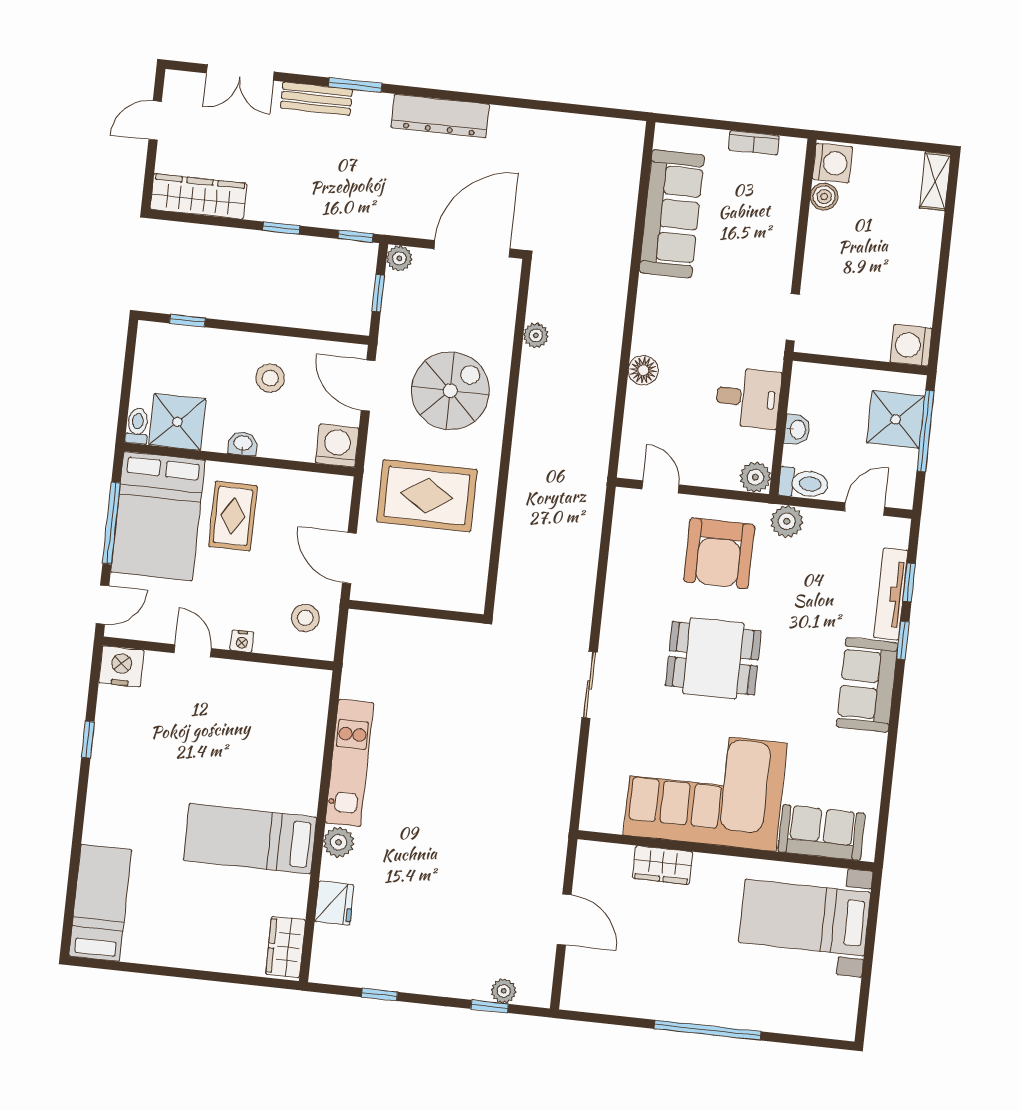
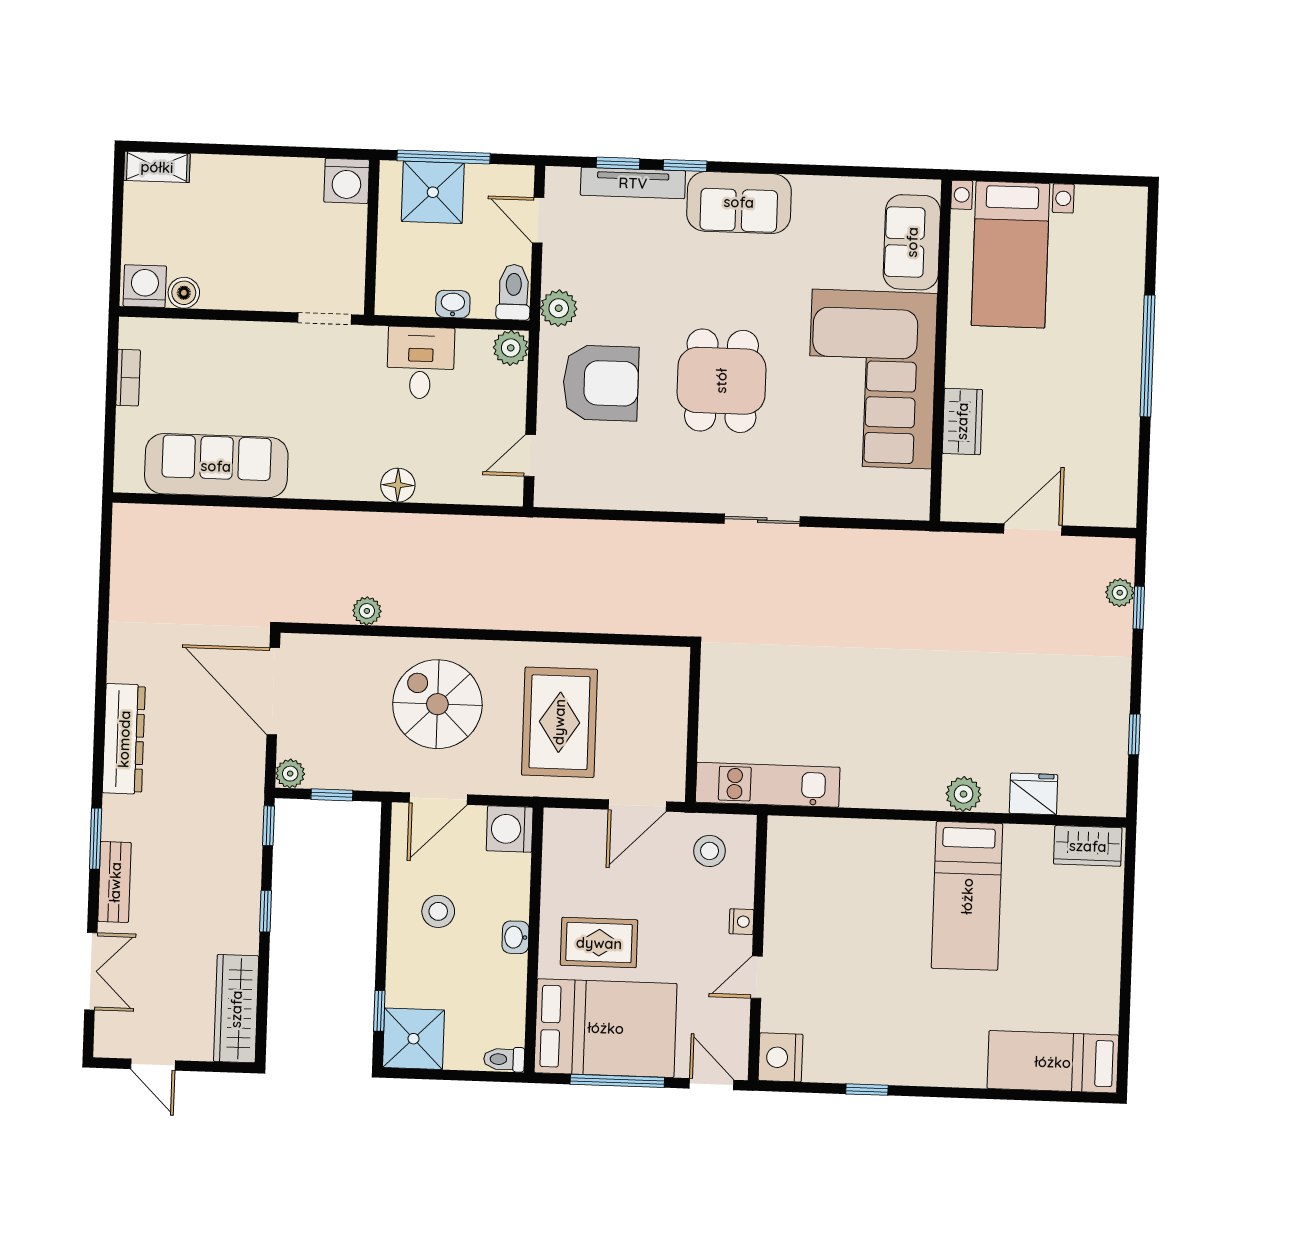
shower: (177, 422) -> (413, 1039), moved
kitchen unit: (349, 763) -> (768, 785), moved

